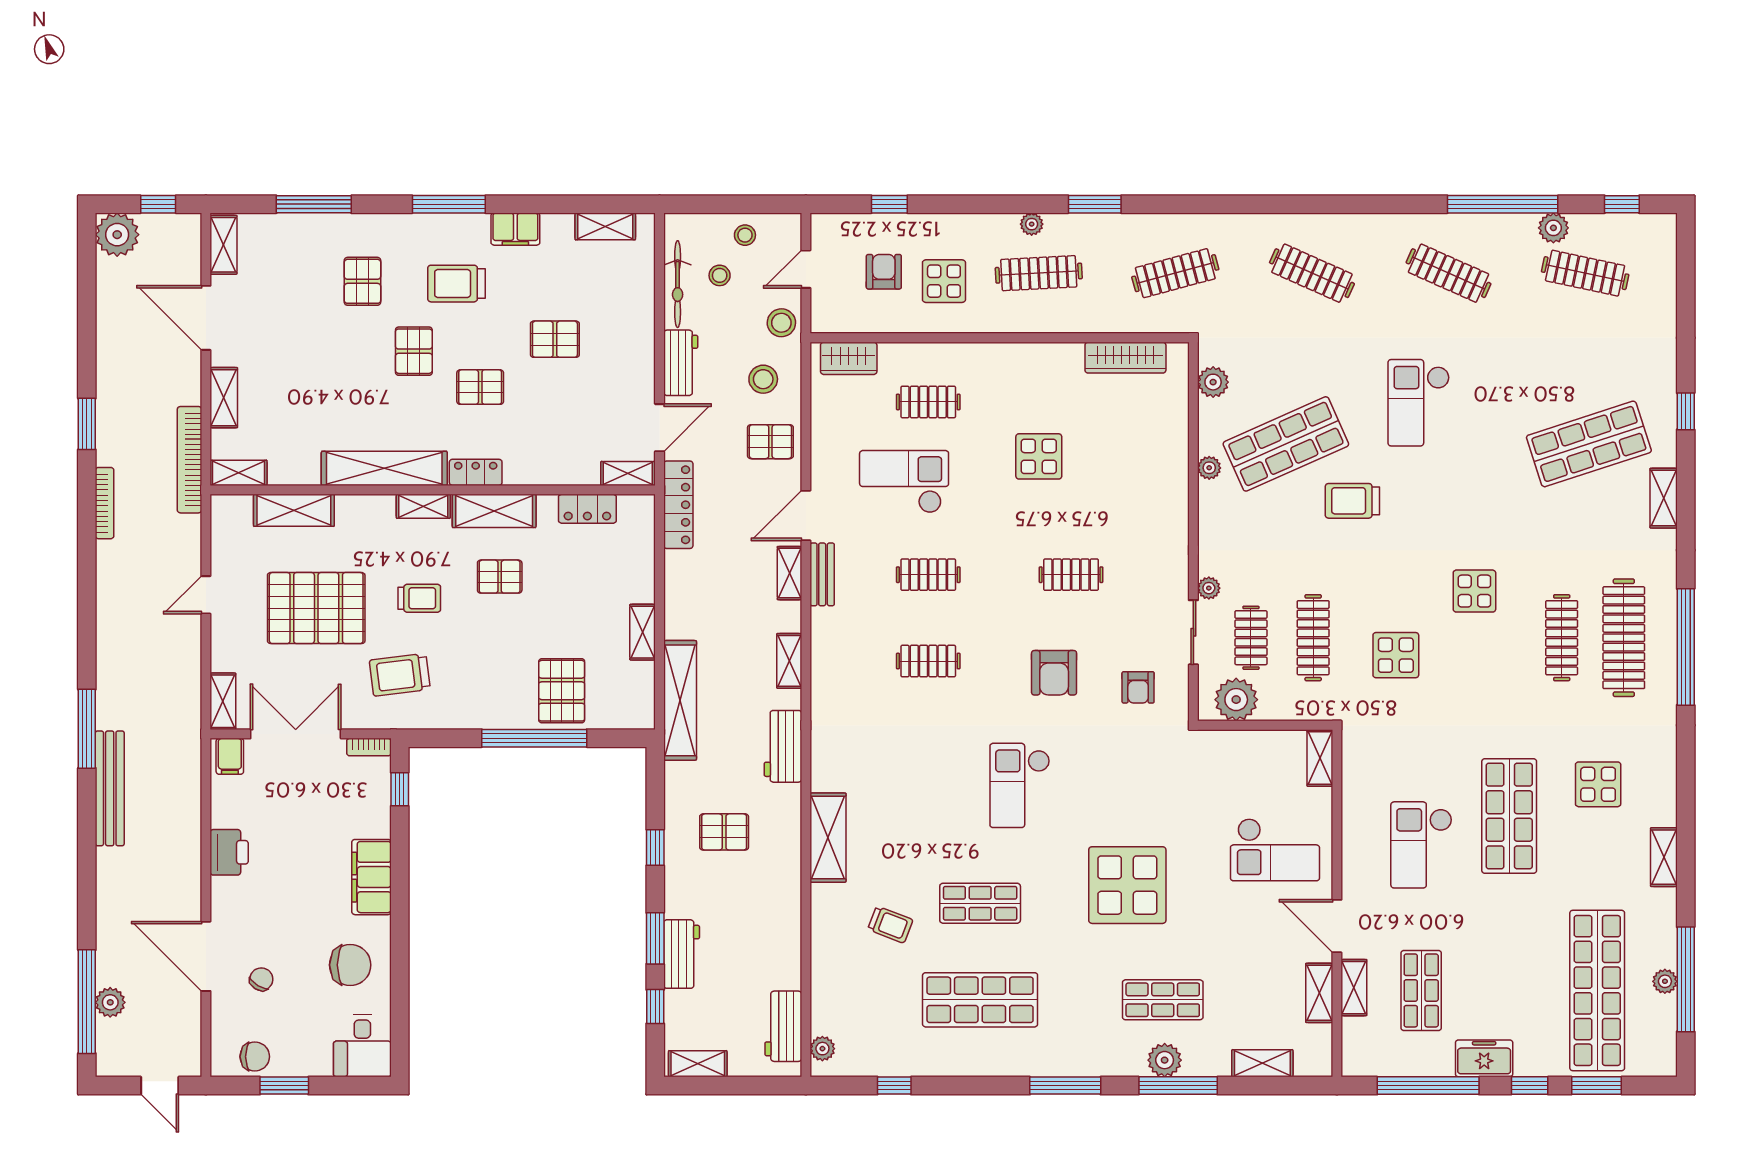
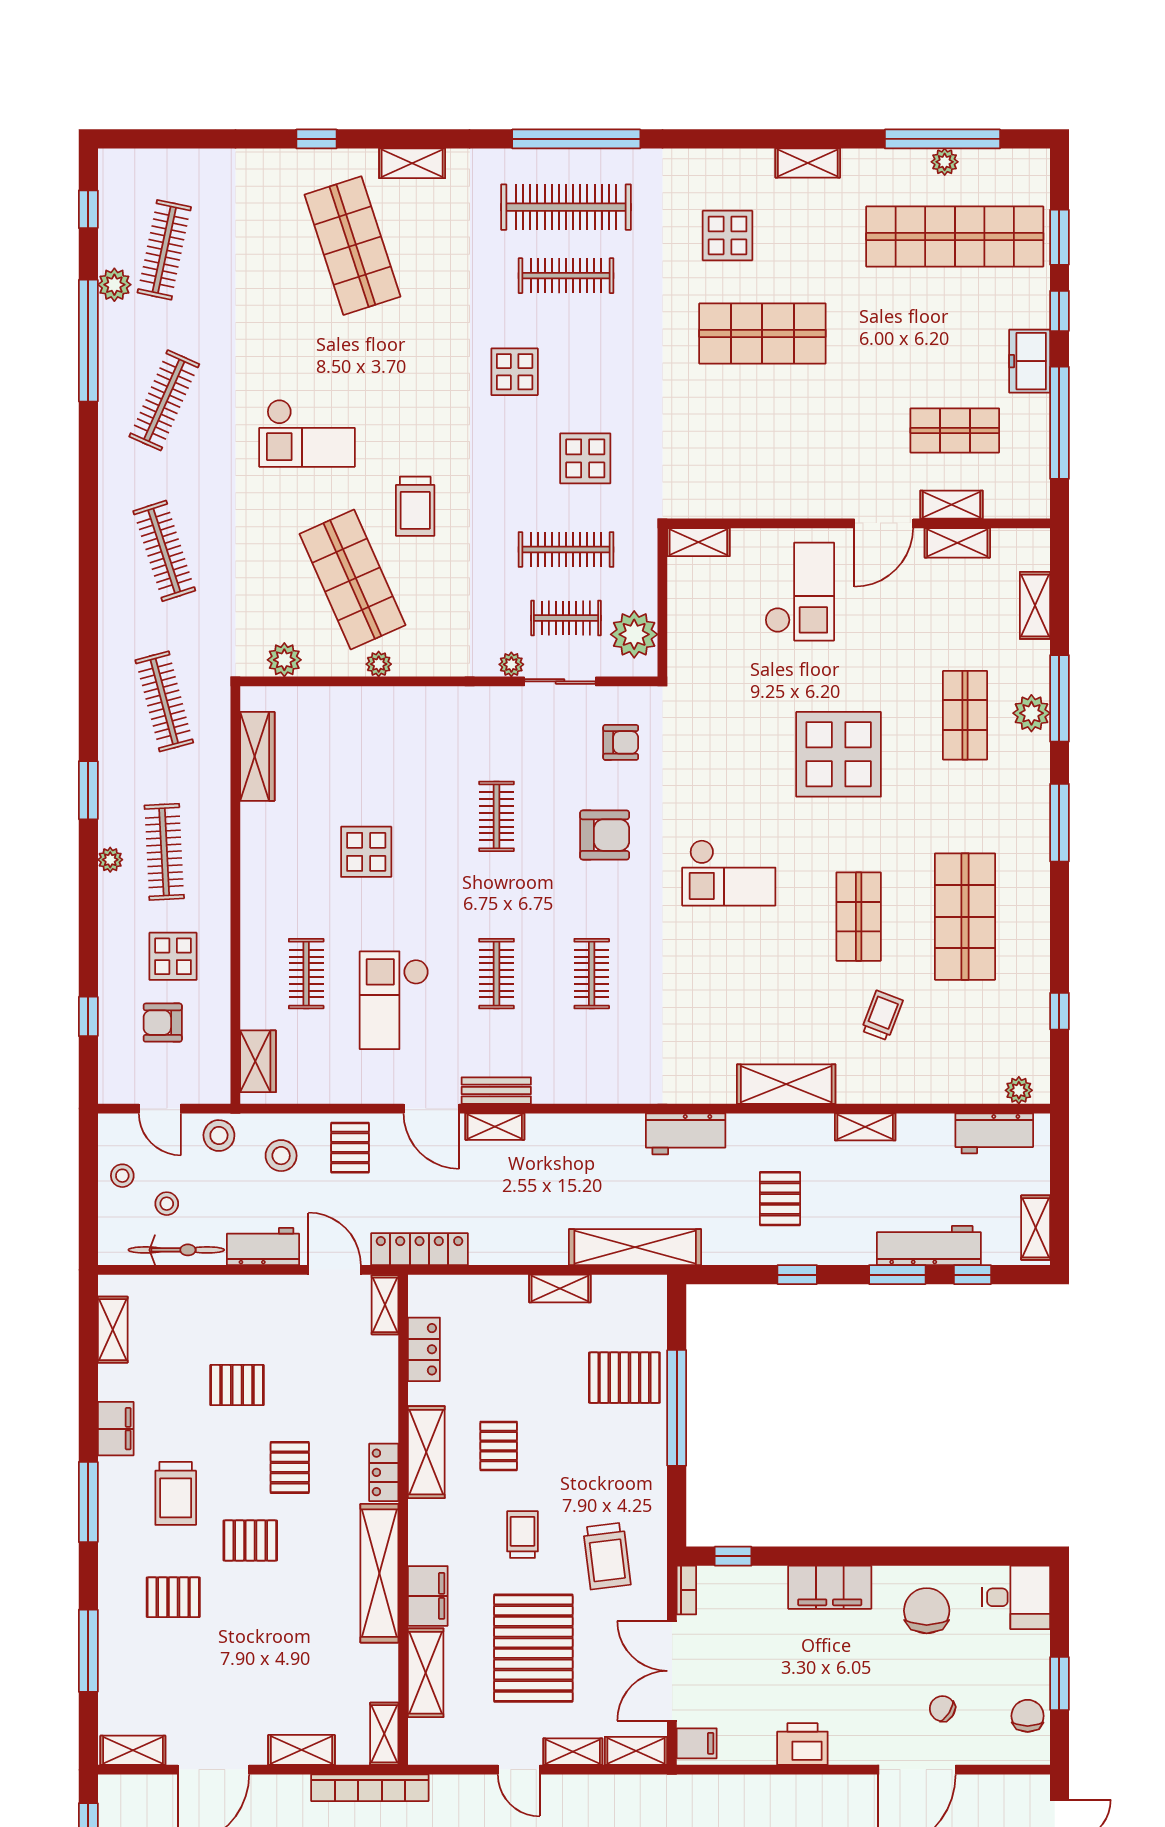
clothes rail: (1312, 273) -> (164, 551), turned -42
pallet: (555, 339) -> (237, 1385), turned 90
shelving: (423, 506) -> (573, 1752), moved, turned 90
filing cabinet: (364, 512) -> (428, 1596), added
shelving: (789, 661) -> (865, 1127), moved
checkout: (1421, 845) -> (794, 430), removed
workbench: (682, 954) -> (929, 1246), width x1.38

